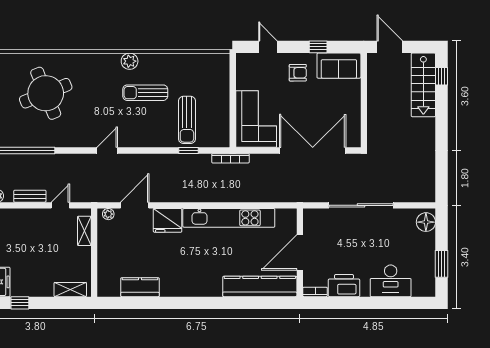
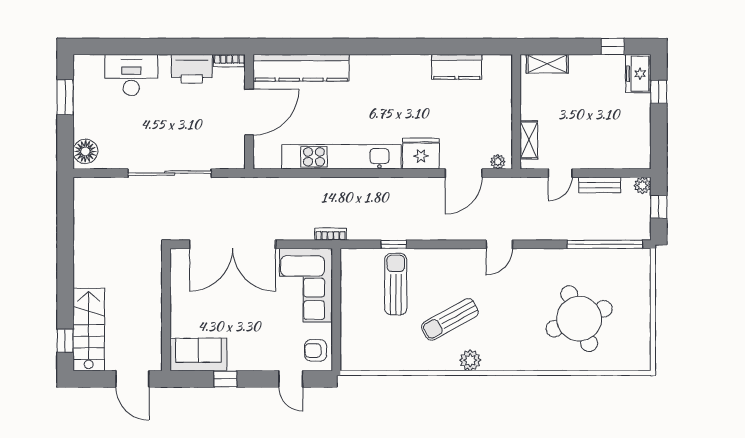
armchair: (298, 73) -> (316, 350), moved
sun lounger: (145, 93) -> (450, 319), turned 151
bookcase: (230, 158) -> (330, 234), width x0.64

